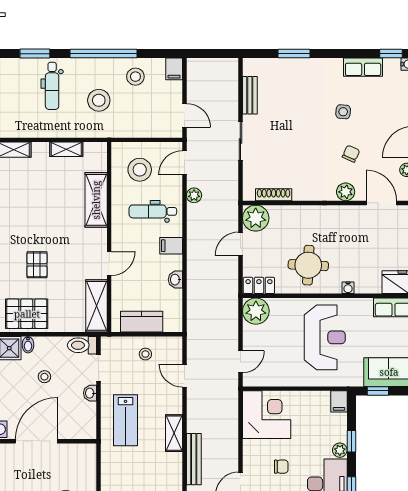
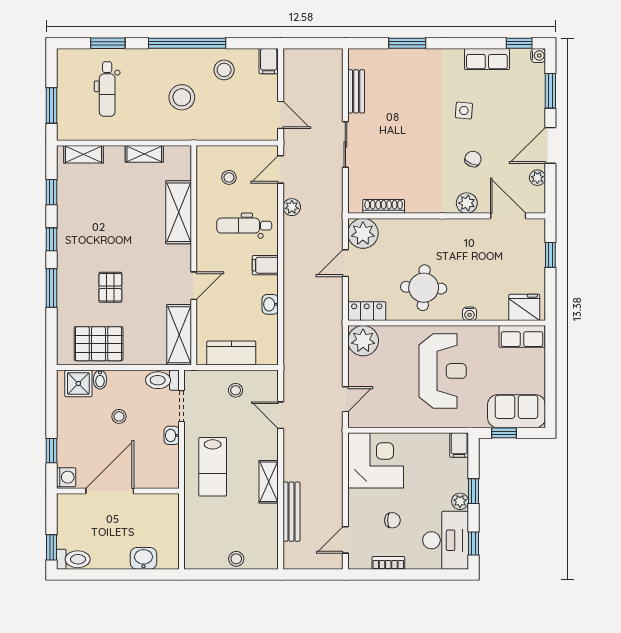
dental chair: (52, 86) -> (107, 89), moved
stool: (140, 170) -> (229, 177), width x0.53, depth x0.53

